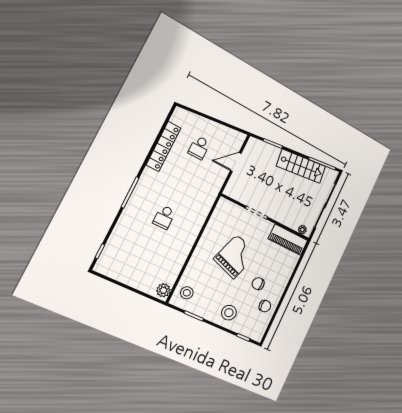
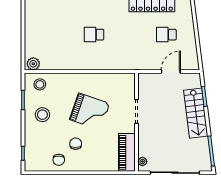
door: (236, 162) -> (171, 72), hinge flipped
stairs: (301, 166) -> (196, 113), moved
stool: (229, 313) -> (42, 115), moved

